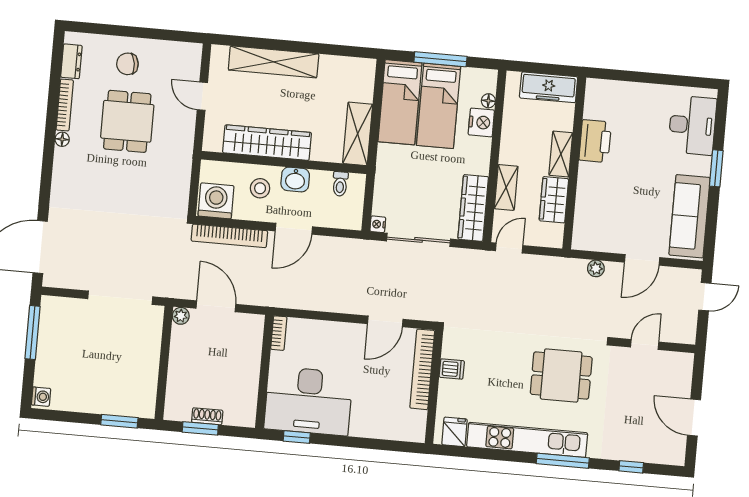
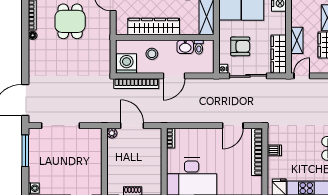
washbasin: (295, 179) -> (185, 47), moved
armchair: (410, 189) -> (240, 46), added
doorway: (120, 298) -> (60, 126), moved

